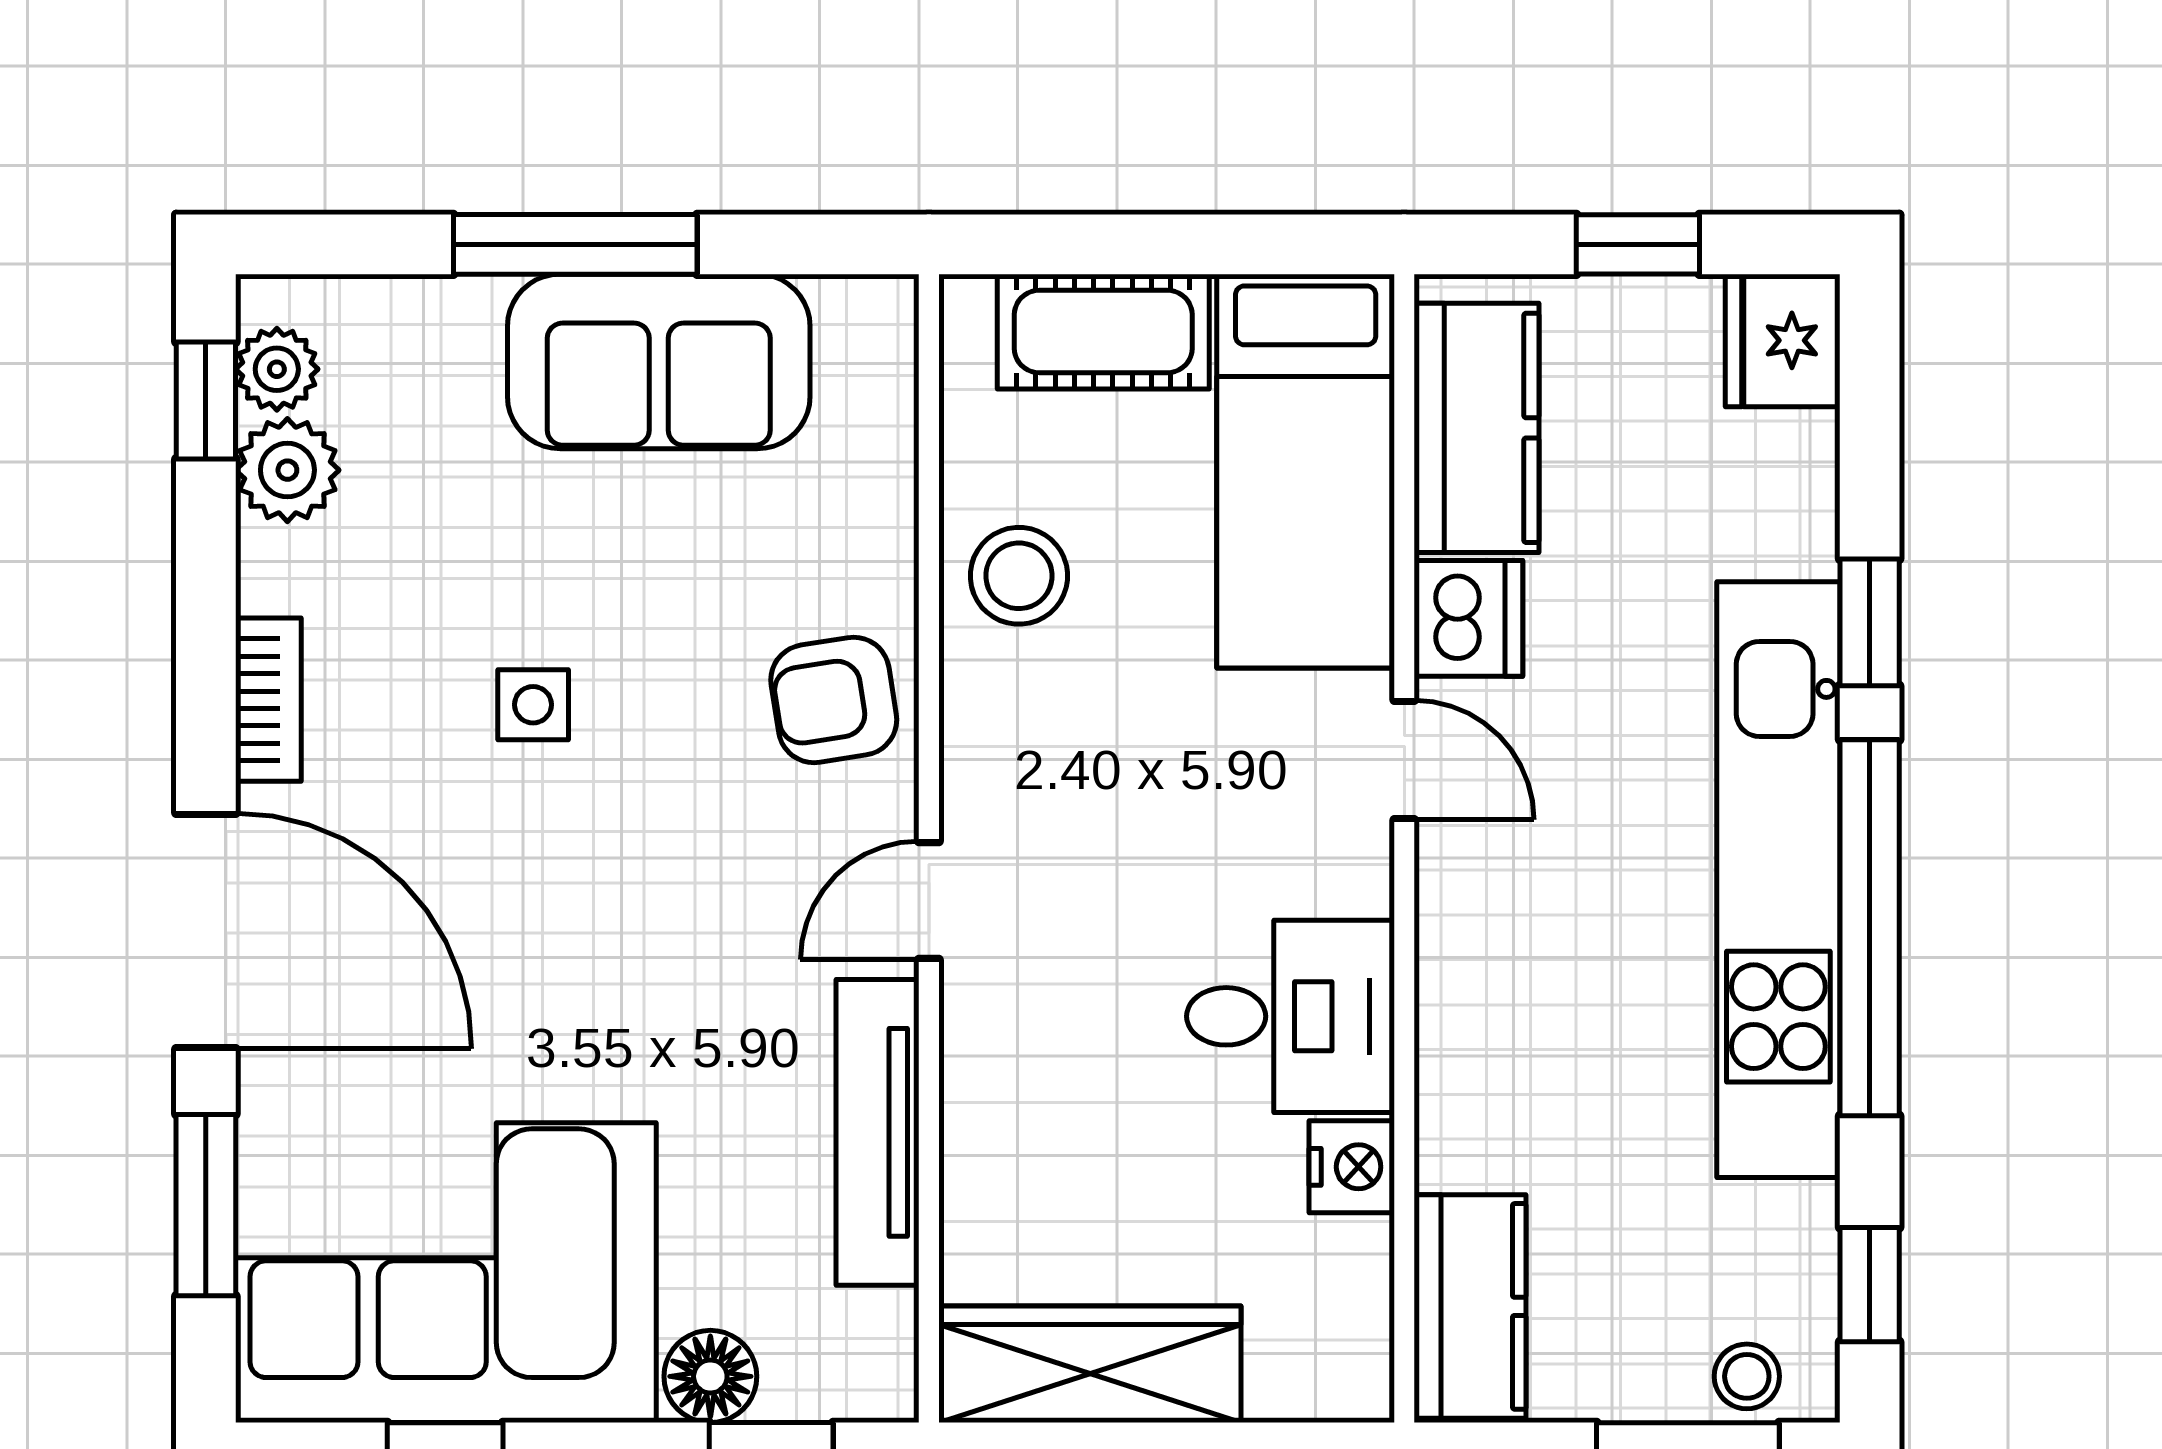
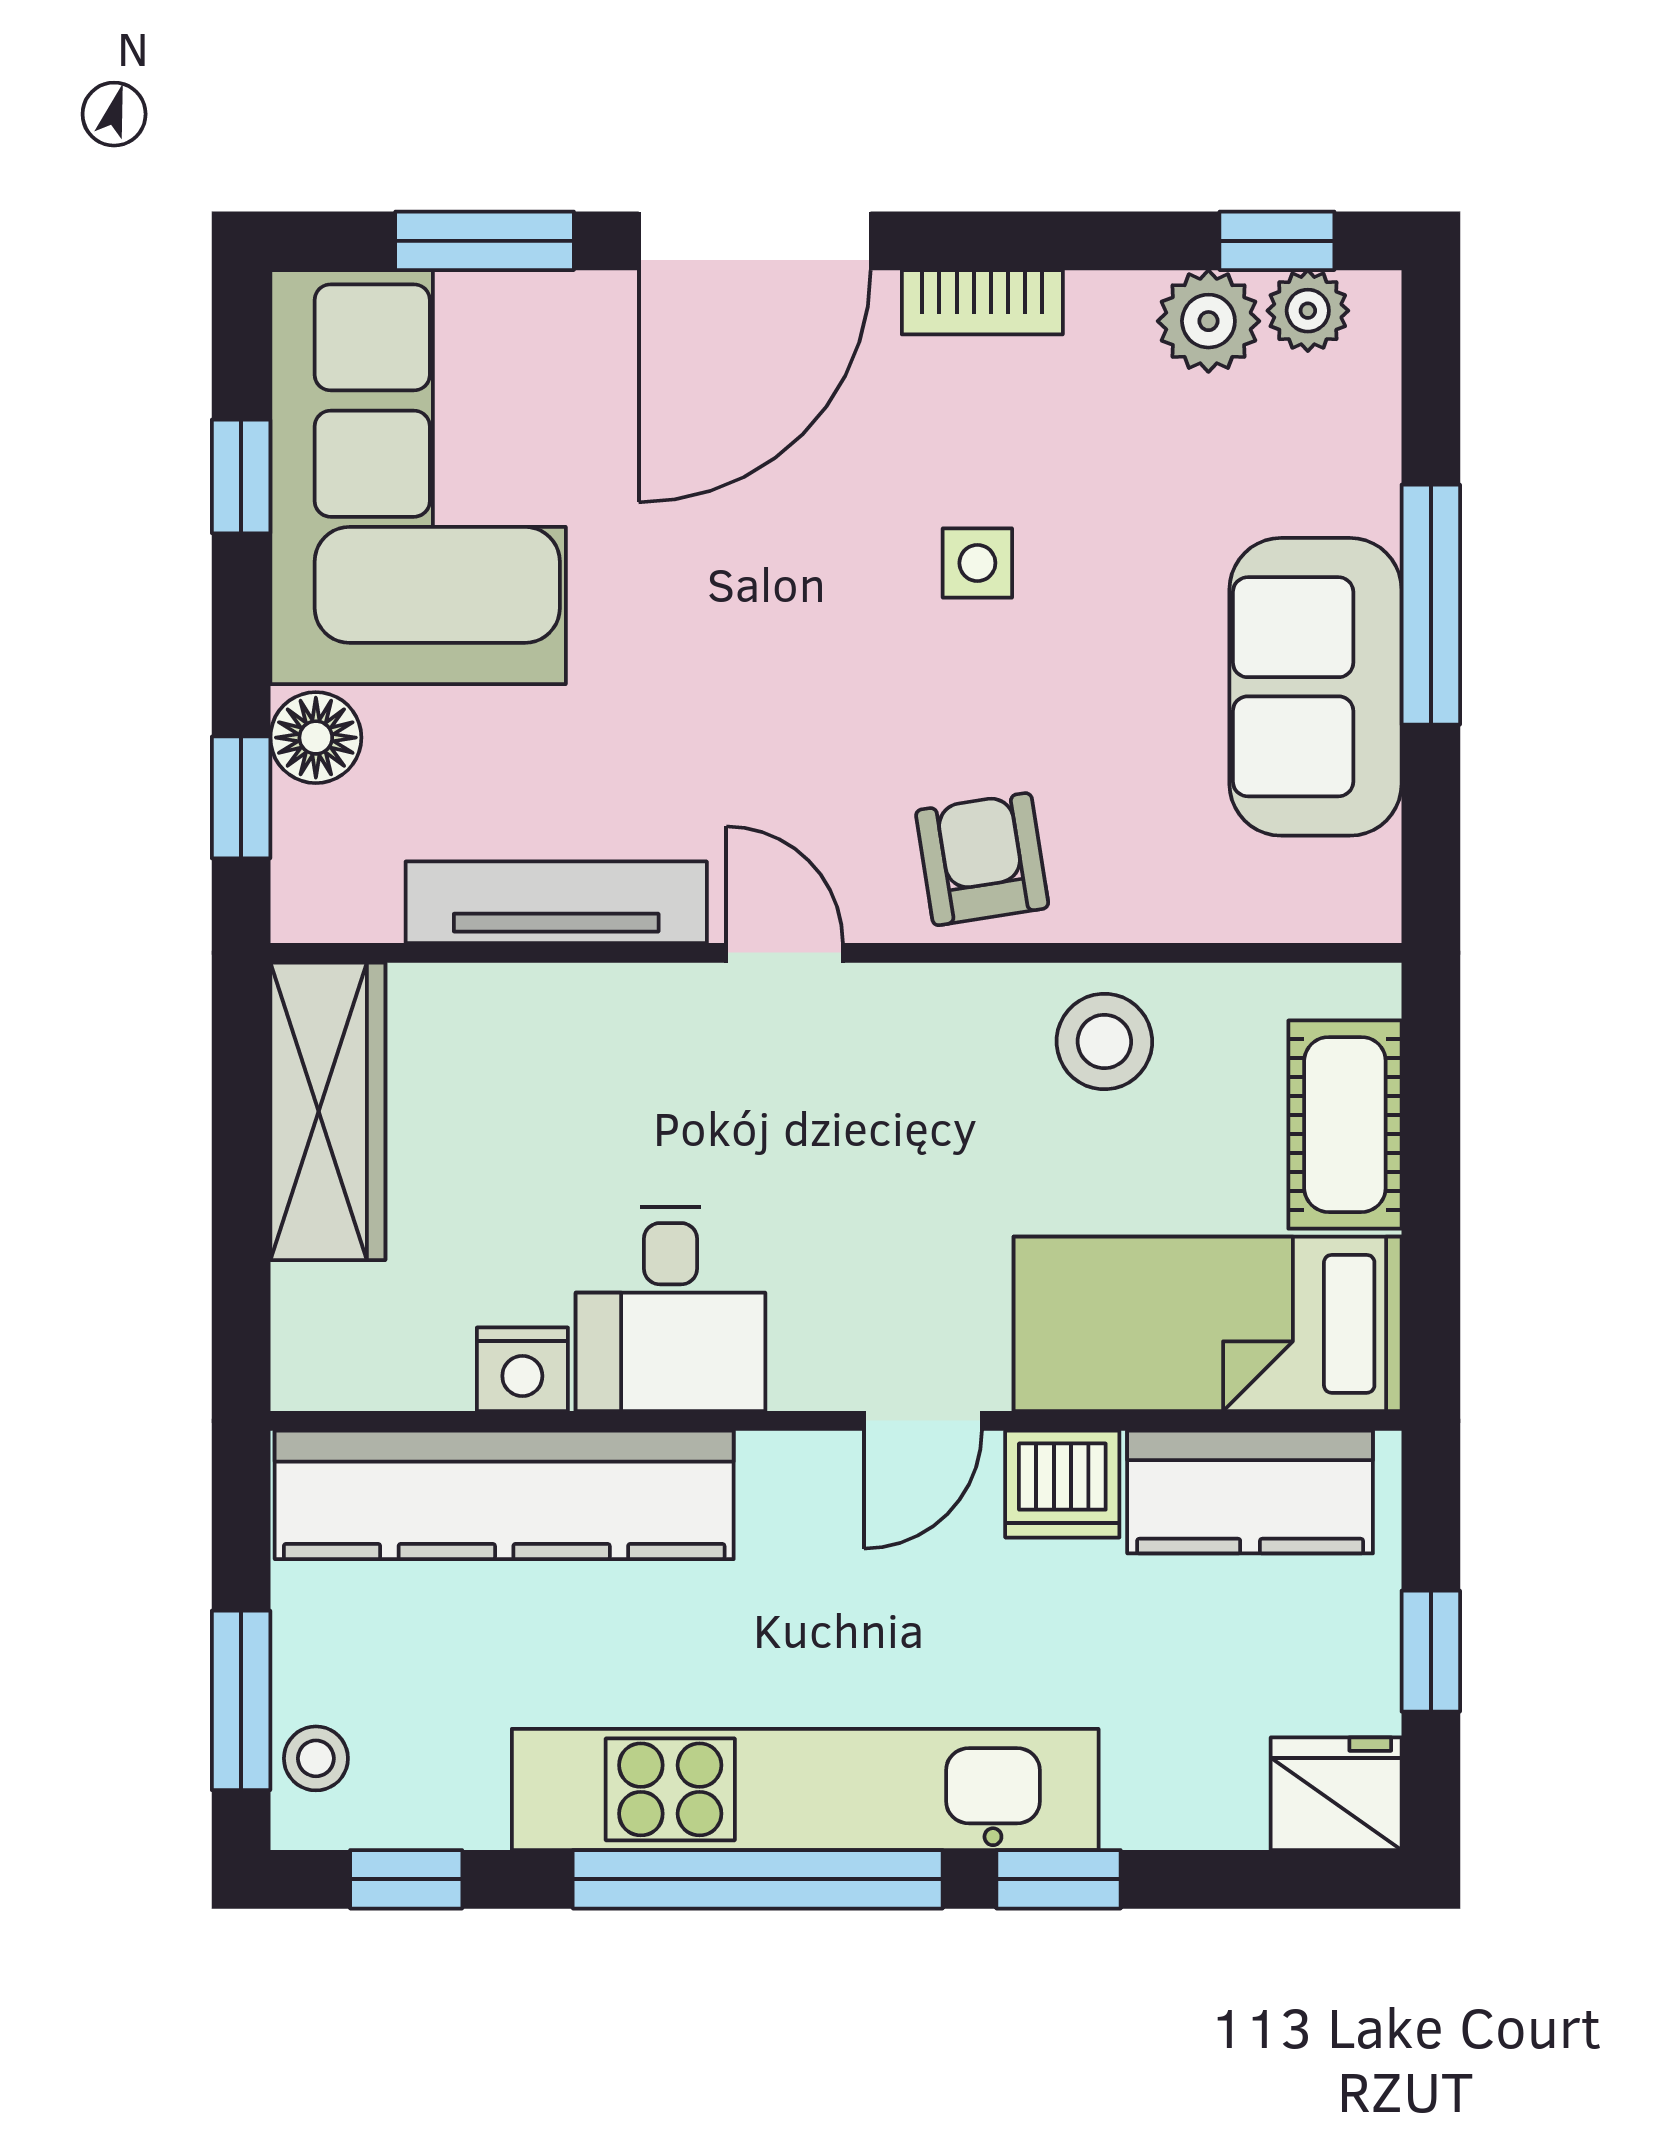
kitchen counter: (1470, 1306) -> (504, 1495), width x2.08, depth x1.17

